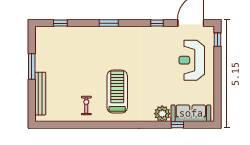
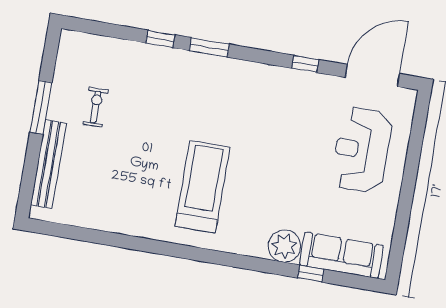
window: (60, 23) -> (160, 39), moved
window: (217, 40) -> (420, 118), removed
exercise bike: (86, 106) -> (96, 107), moved

